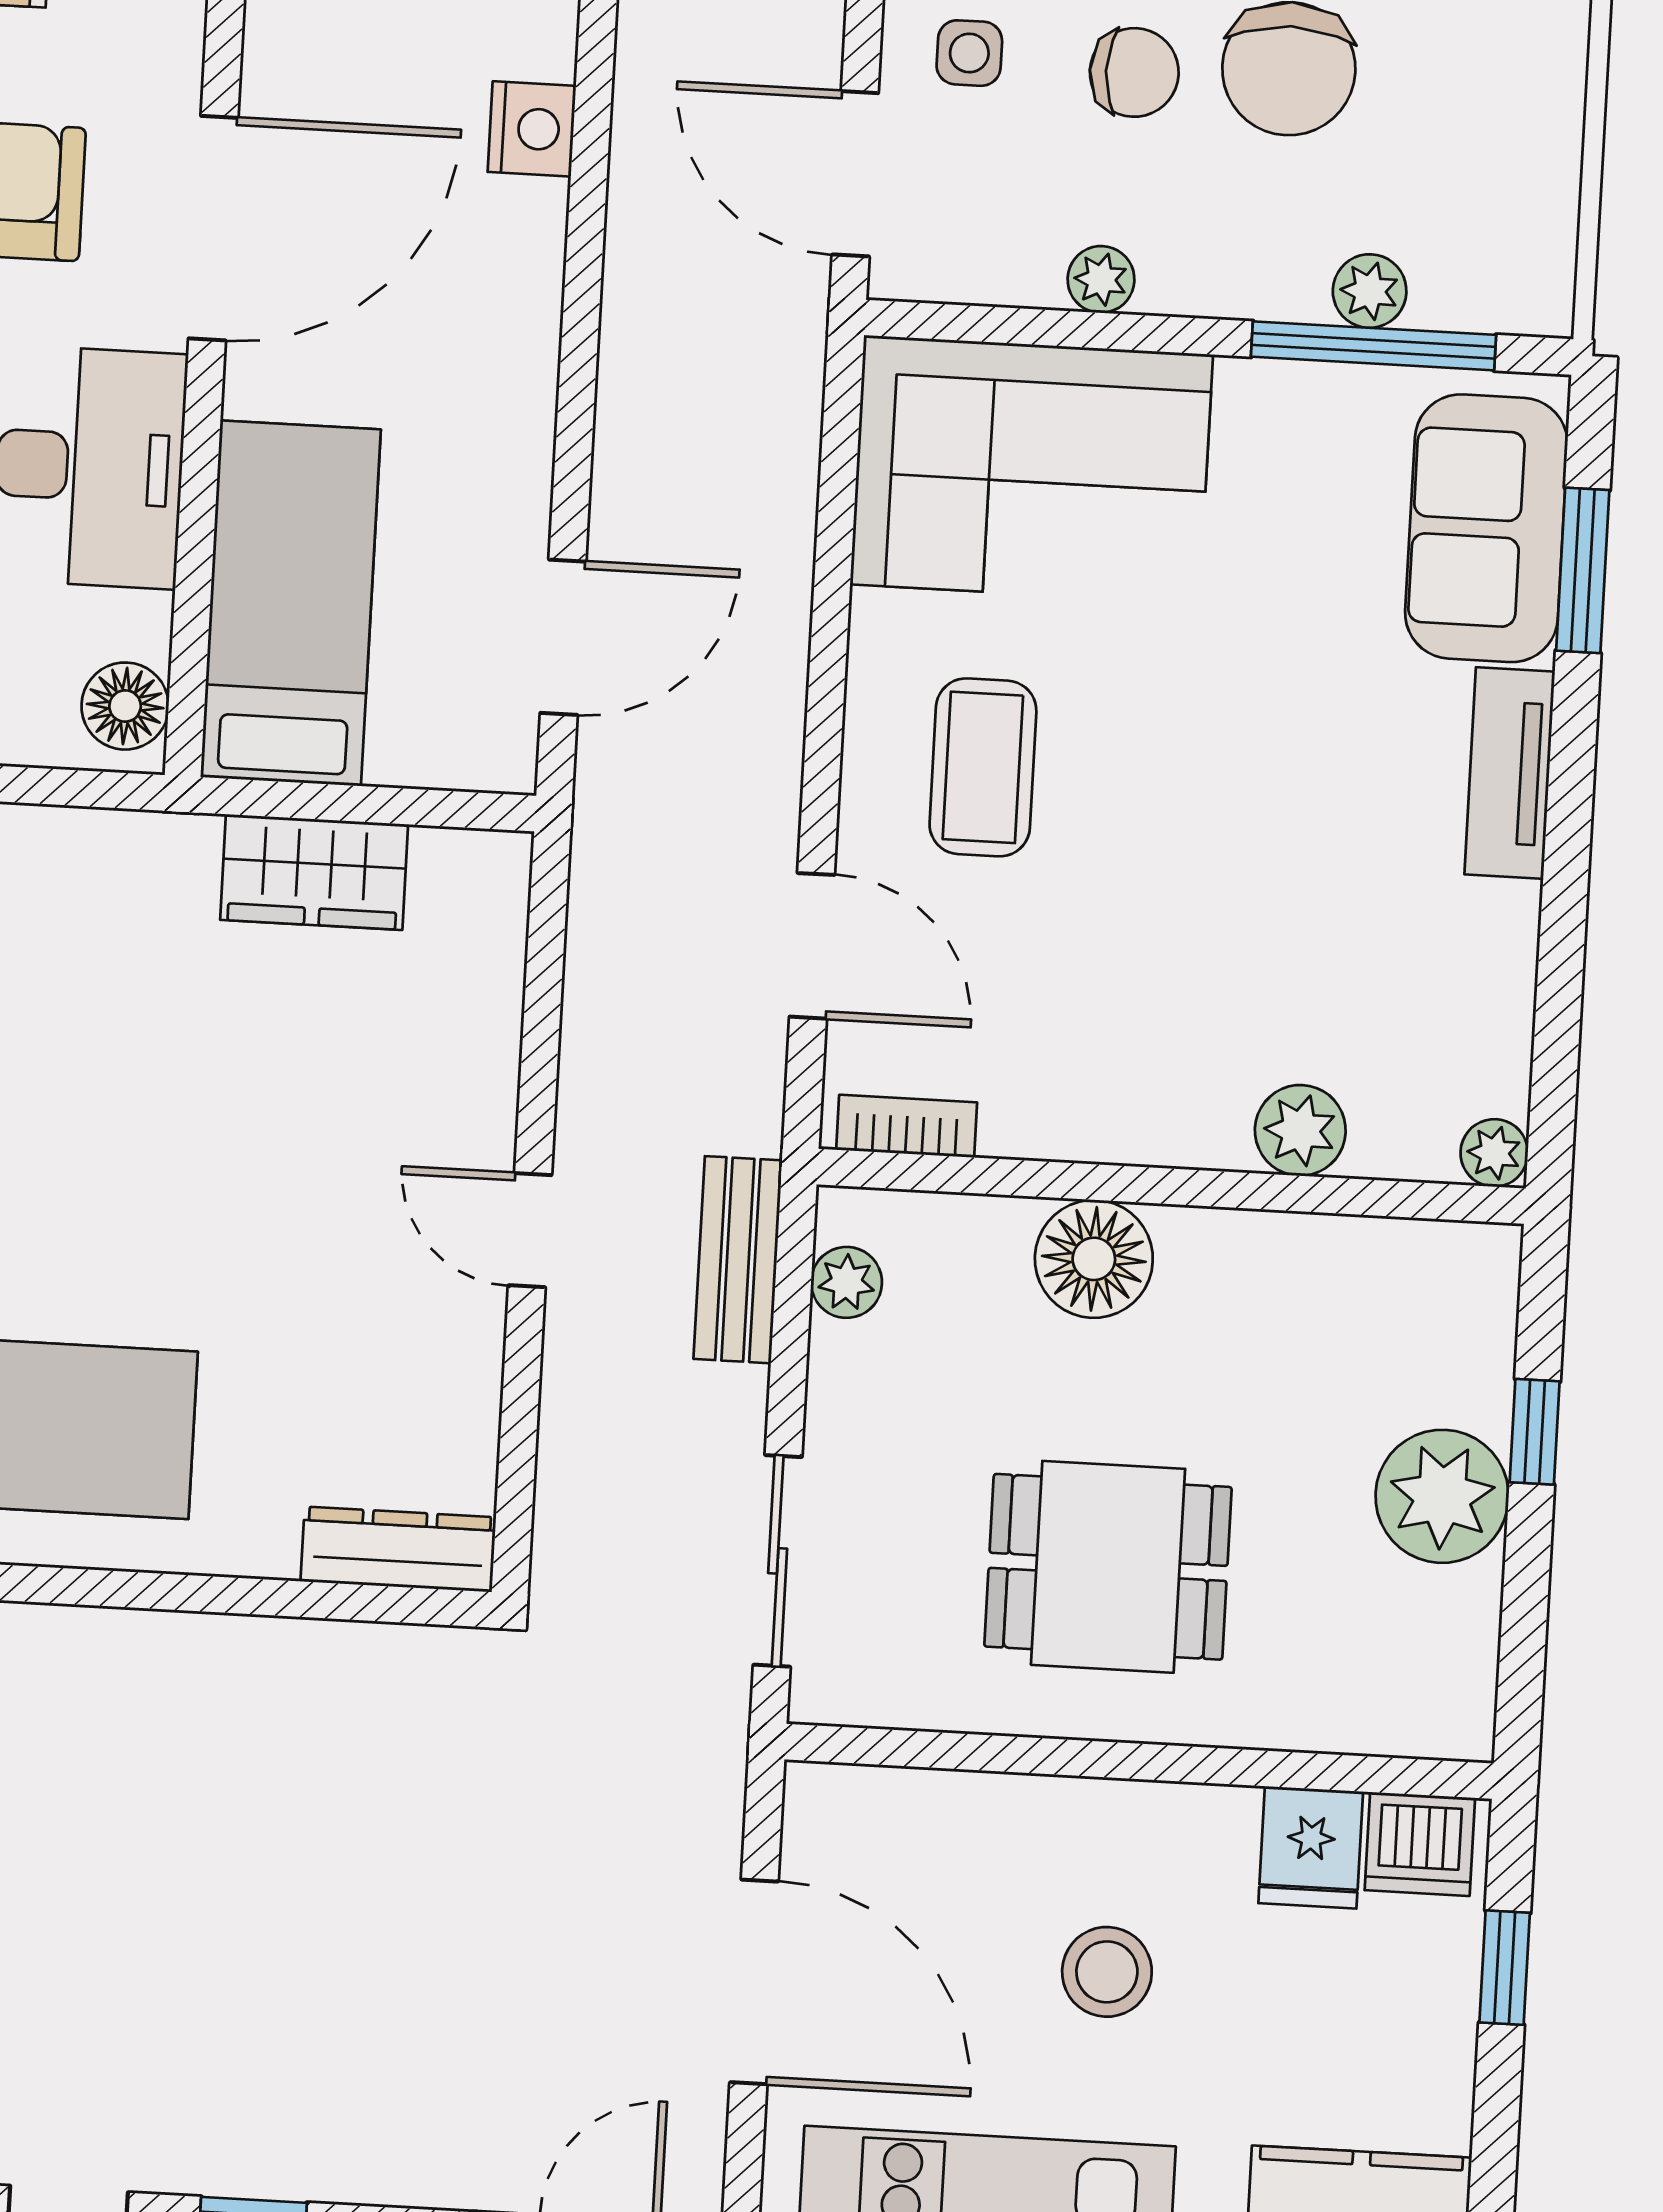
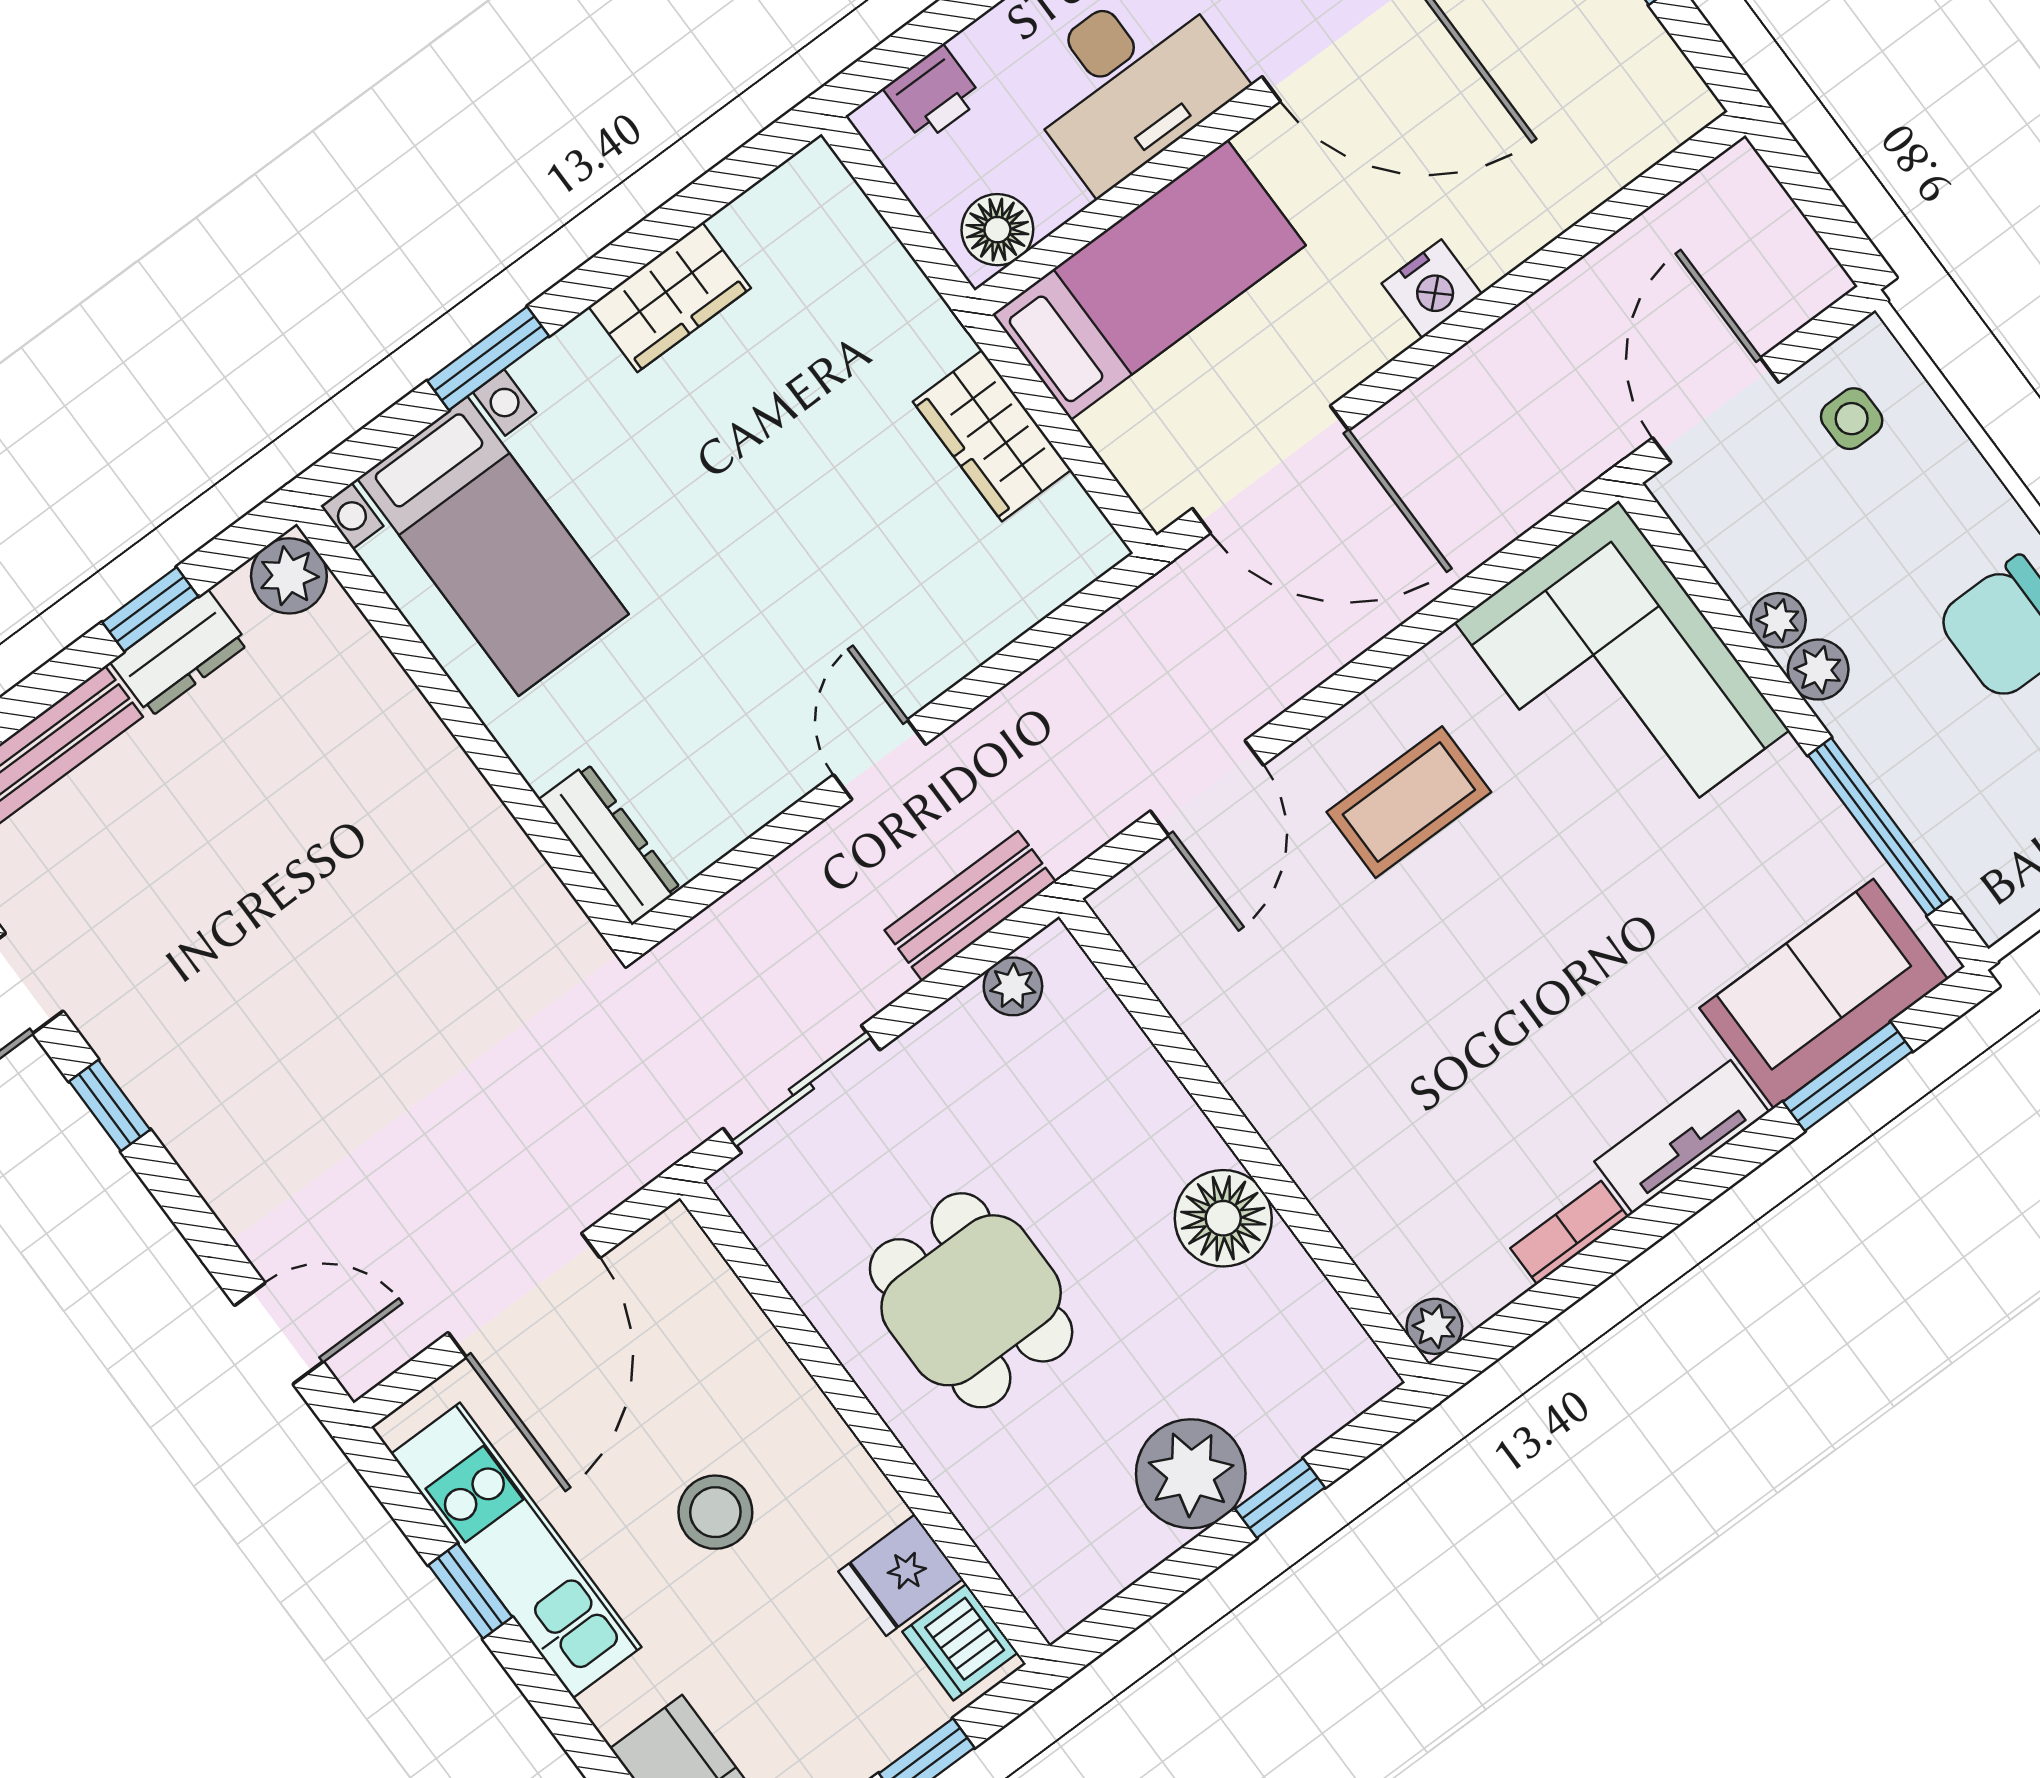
chair: (1134, 72) -> (1926, 533), removed
nightstand: (532, 129) -> (1432, 289), moved
plant: (1370, 291) -> (1818, 670), moved
door: (563, 637) -> (1271, 469), width x1.36
bookcase: (907, 1126) -> (1569, 1233), moved, turned -90
plant: (1300, 1130) -> (1347, 1192), removed
floor lamp: (1094, 1259) -> (1223, 1218), moved

